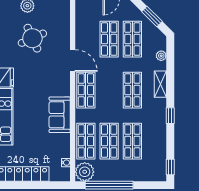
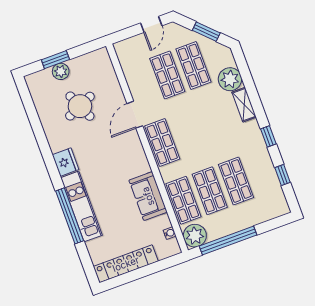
plant: (161, 56) -> (230, 79), width x1.87, depth x1.87
door: (73, 61) -> (135, 115), swing flipped
shop shelf: (132, 90) -> (215, 123), removed
sofa: (60, 115) -> (148, 196), moved
window: (170, 167) -> (282, 175), moved

